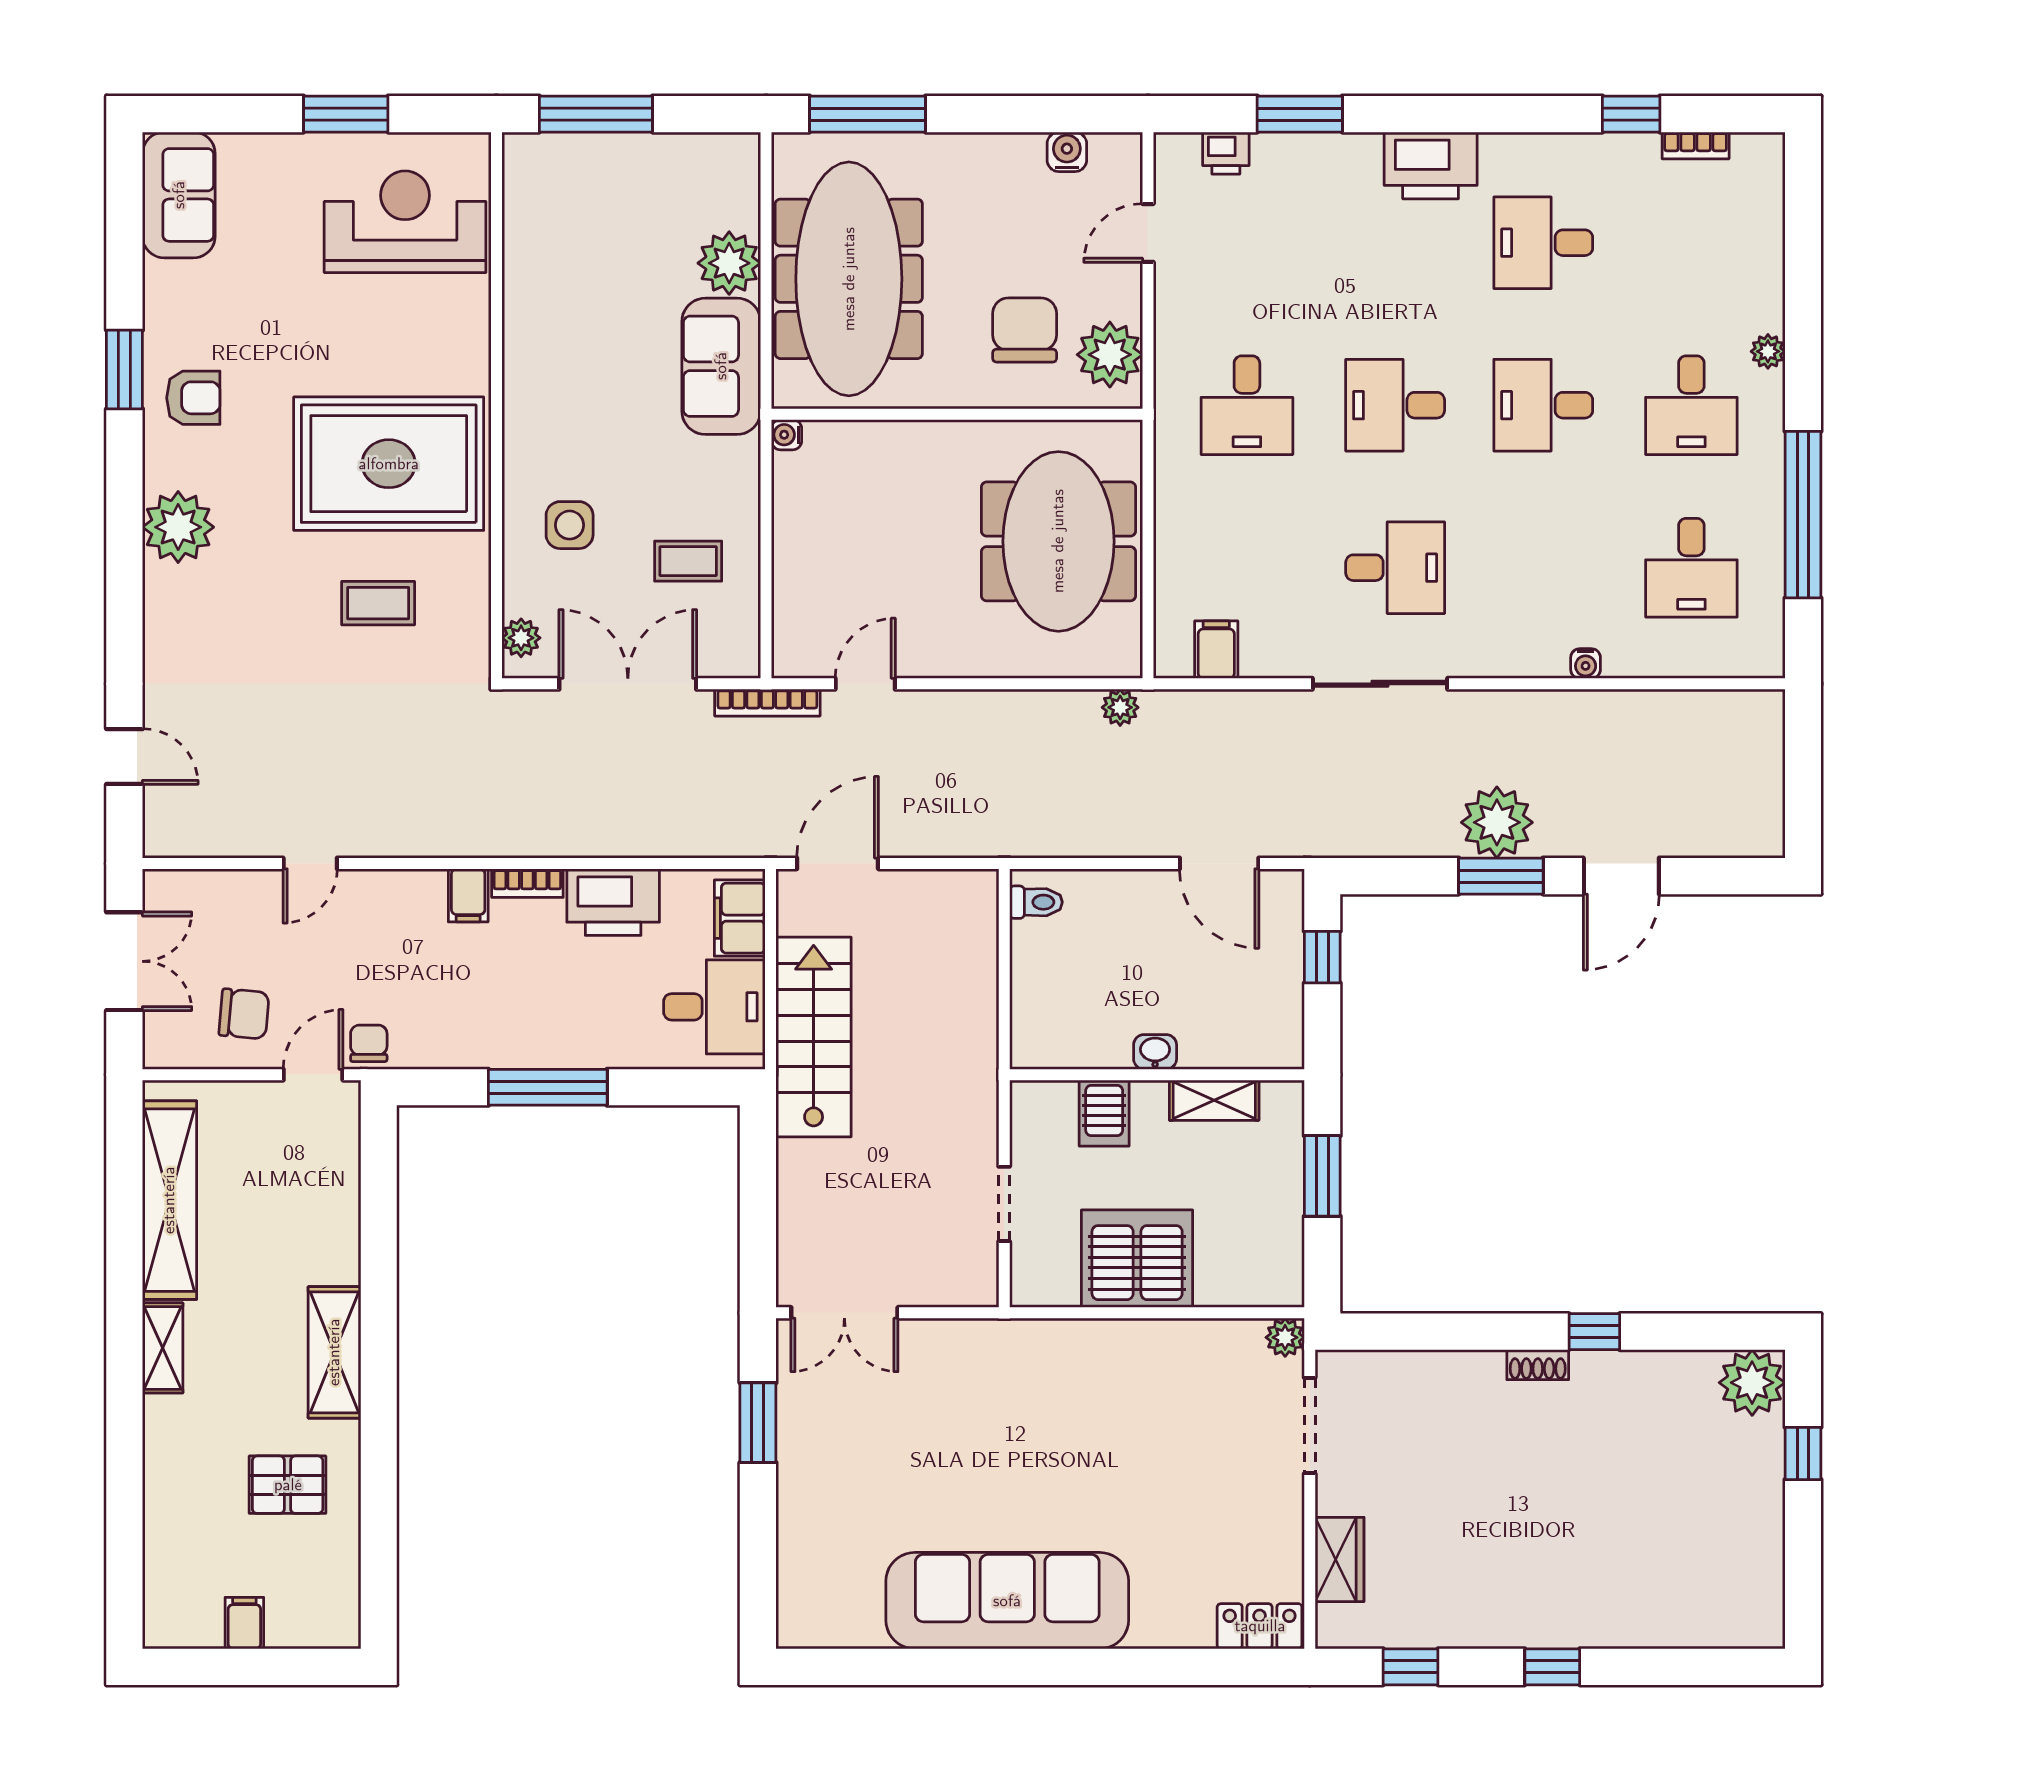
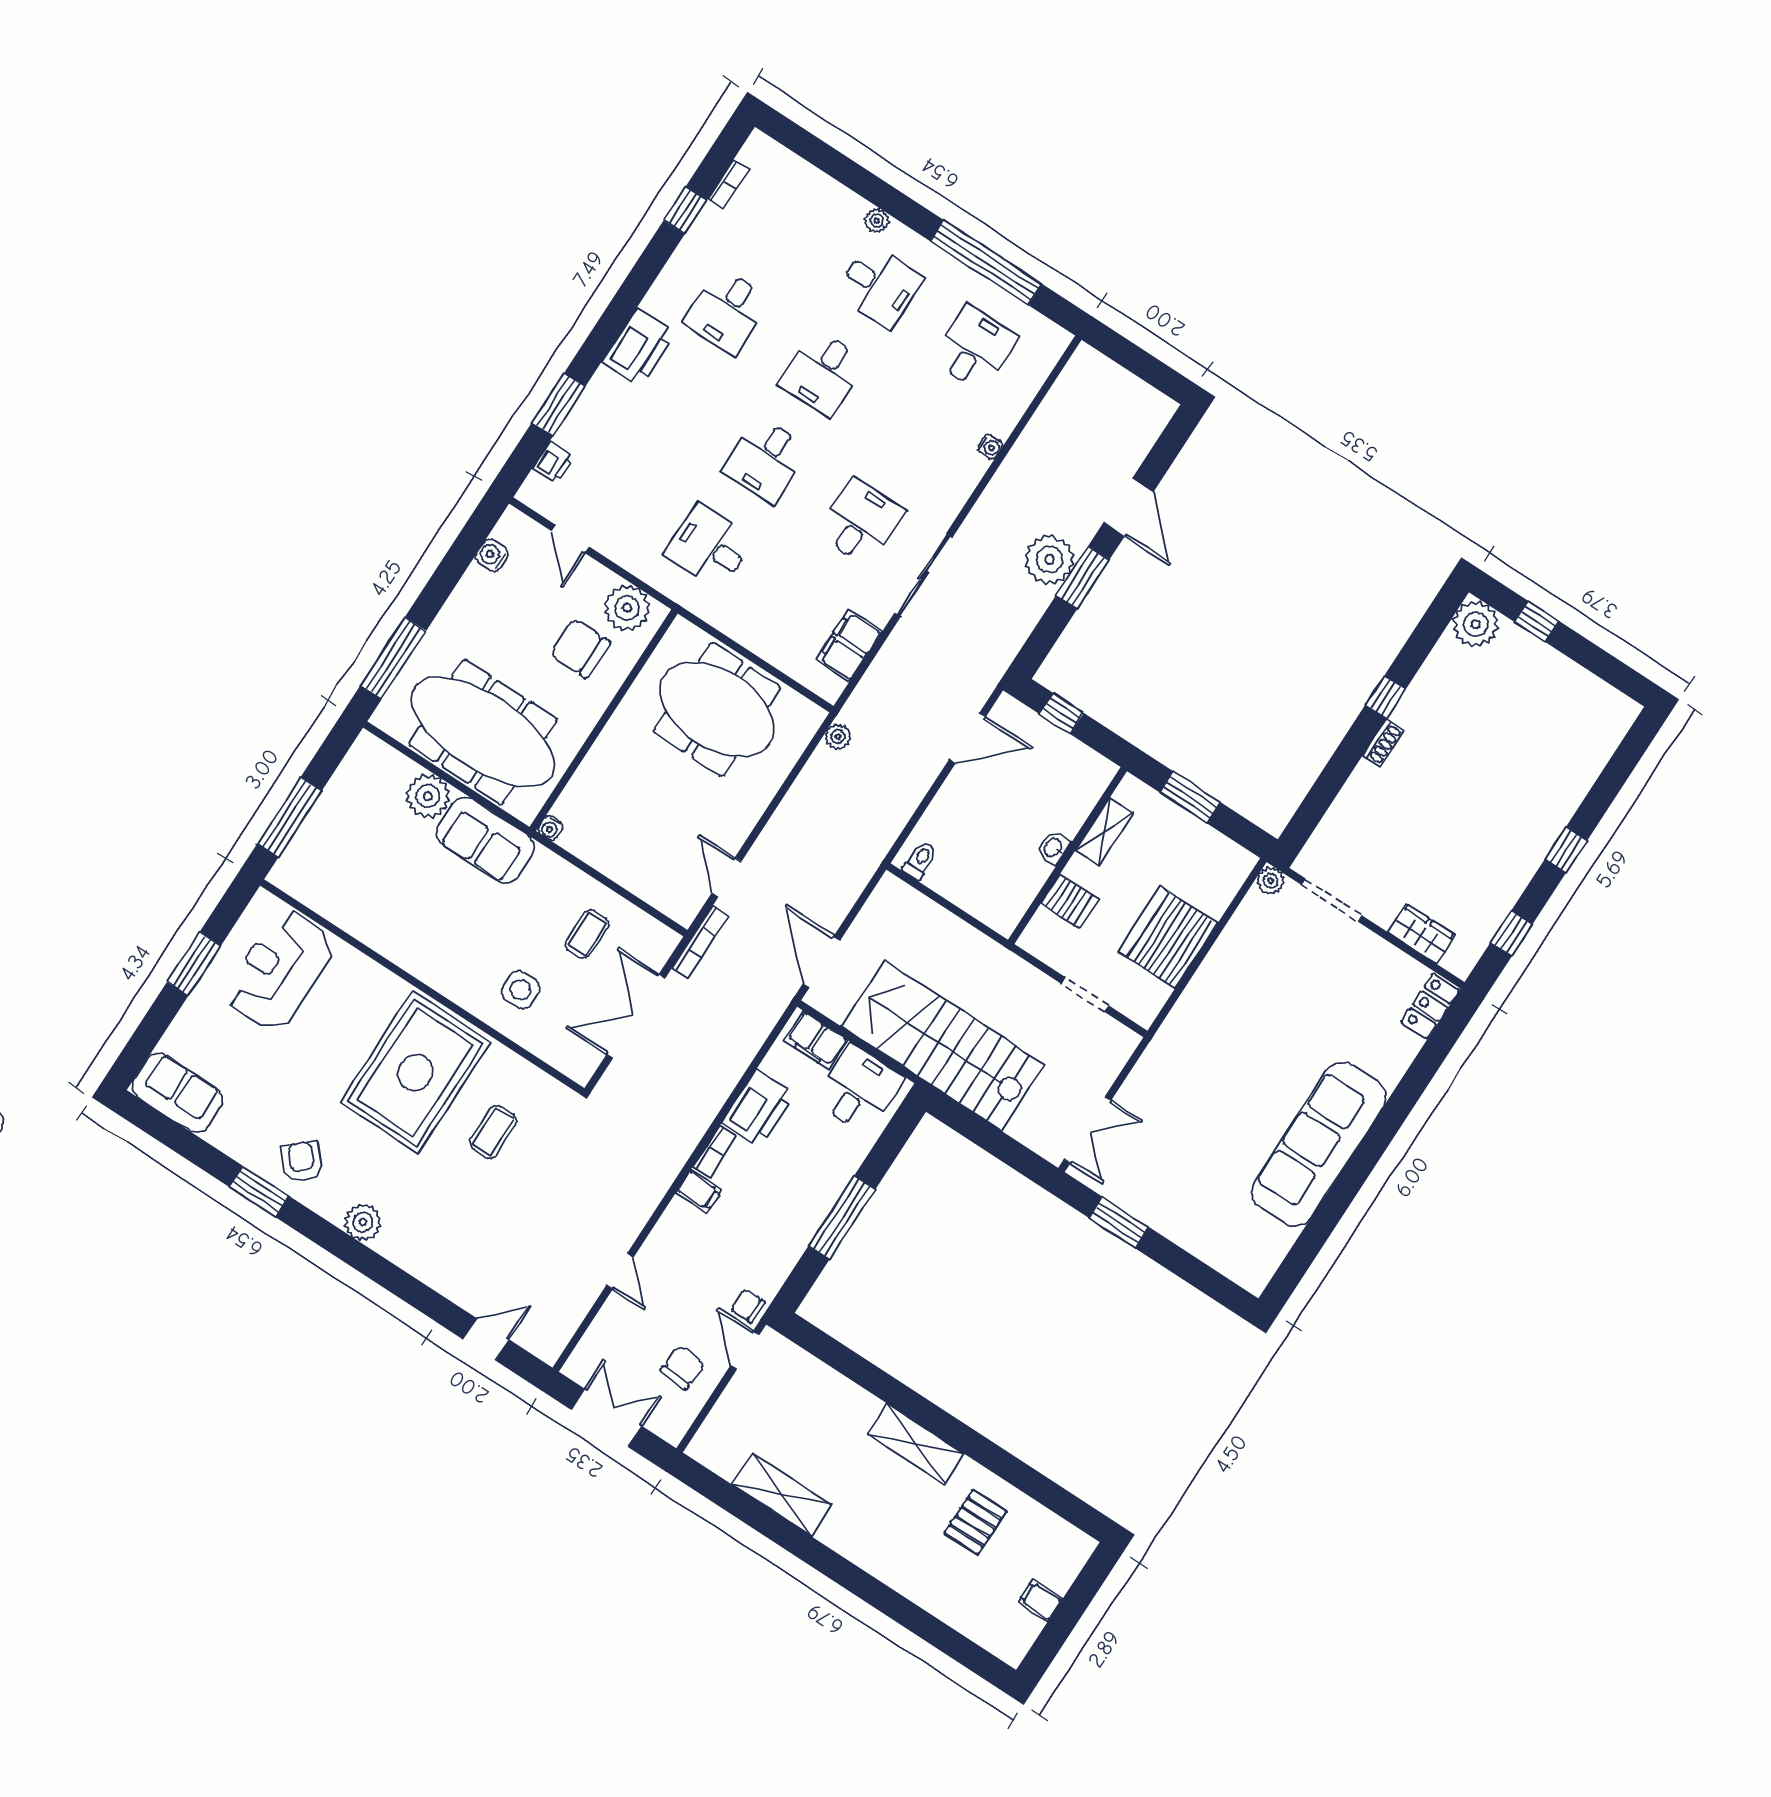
armchair: (193, 398) -> (302, 1162), turned -41
desk: (1247, 405) -> (709, 547), turned 180
plant: (178, 527) -> (363, 1222), width x0.73, depth x0.73
desk: (1691, 568) -> (974, 348), turned -90
plant: (521, 638) -> (568, 1061), removed
filing cabinet: (1216, 650) -> (849, 645), width x2.00
stairs: (814, 1037) -> (943, 1045), width x1.36, depth x1.51
shelving: (169, 1200) -> (782, 1495), width x0.68
shelving: (163, 1348) -> (848, 1543), removed

